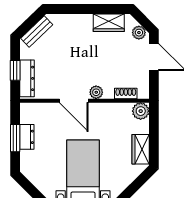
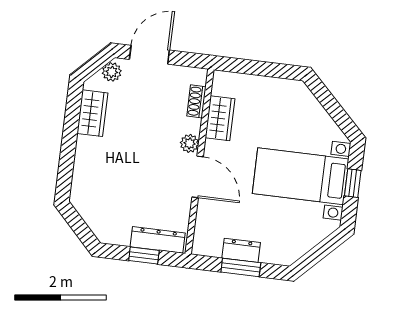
bench: (37, 31) -> (92, 218), removed
door: (74, 101) -> (198, 177), hinge flipped
plant: (141, 111) -> (224, 83), removed
wardrobe: (141, 149) -> (220, 118), moved, turned -90

